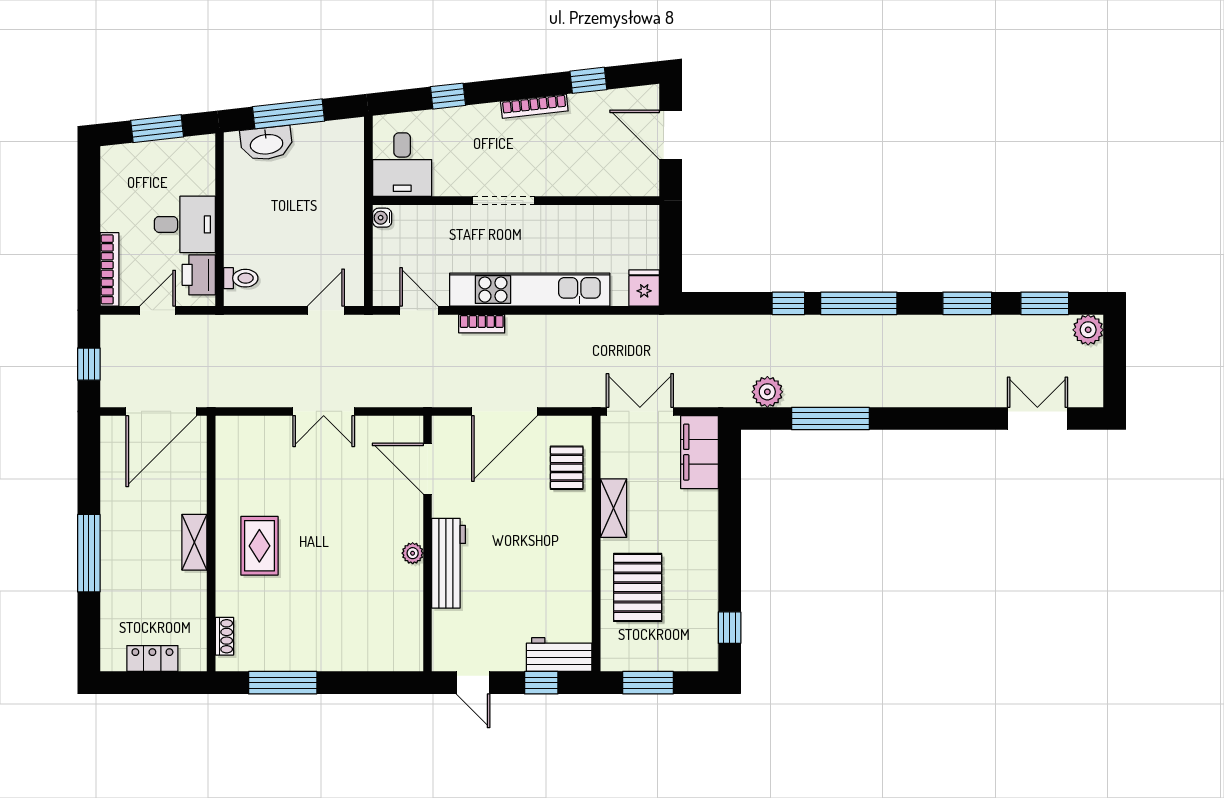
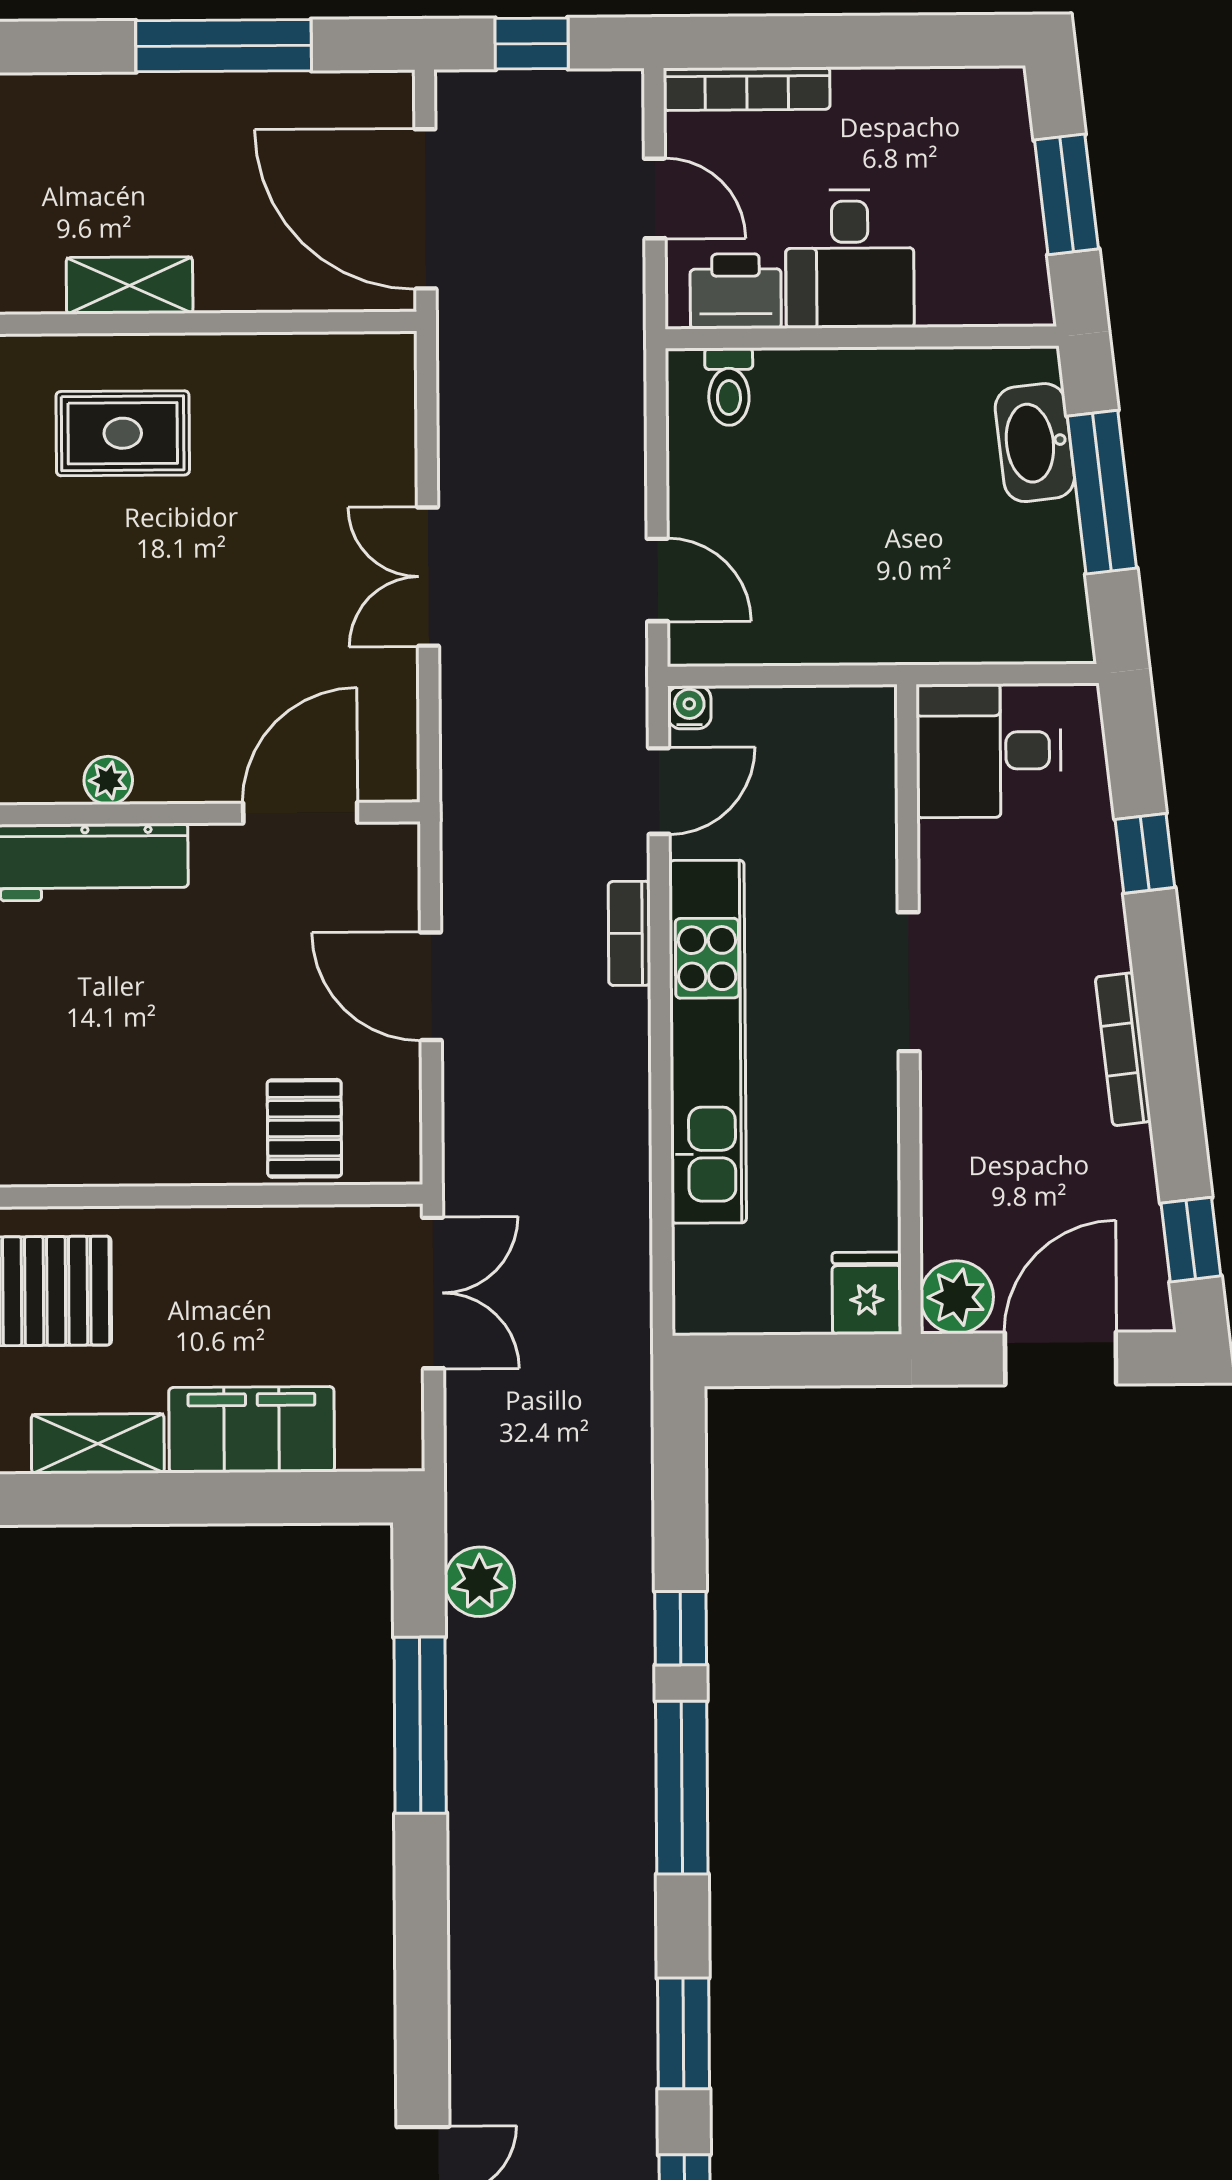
window: (588, 80) -> (1191, 1240), moved
plant: (643, 180) -> (957, 1297), added
water cooler: (382, 218) -> (689, 707), moved
fridge: (644, 288) -> (867, 1293), moved, turned -90
door: (504, 411) -> (431, 986), width x0.73
filing cabinet: (699, 452) -> (252, 1430), moved
pallet: (567, 468) -> (304, 1128), turned 90
shelving: (613, 508) -> (98, 1444), moved
window: (89, 553) -> (224, 46), moved

